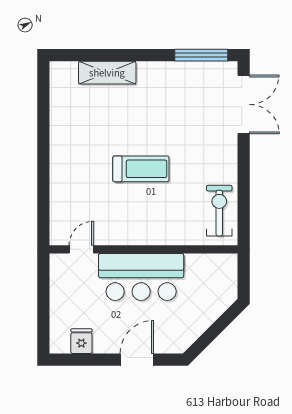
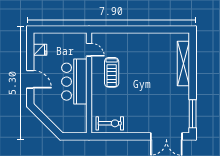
shelving: (107, 73) -> (183, 64), width x1.47
treadmill: (141, 169) -> (112, 72), moved

